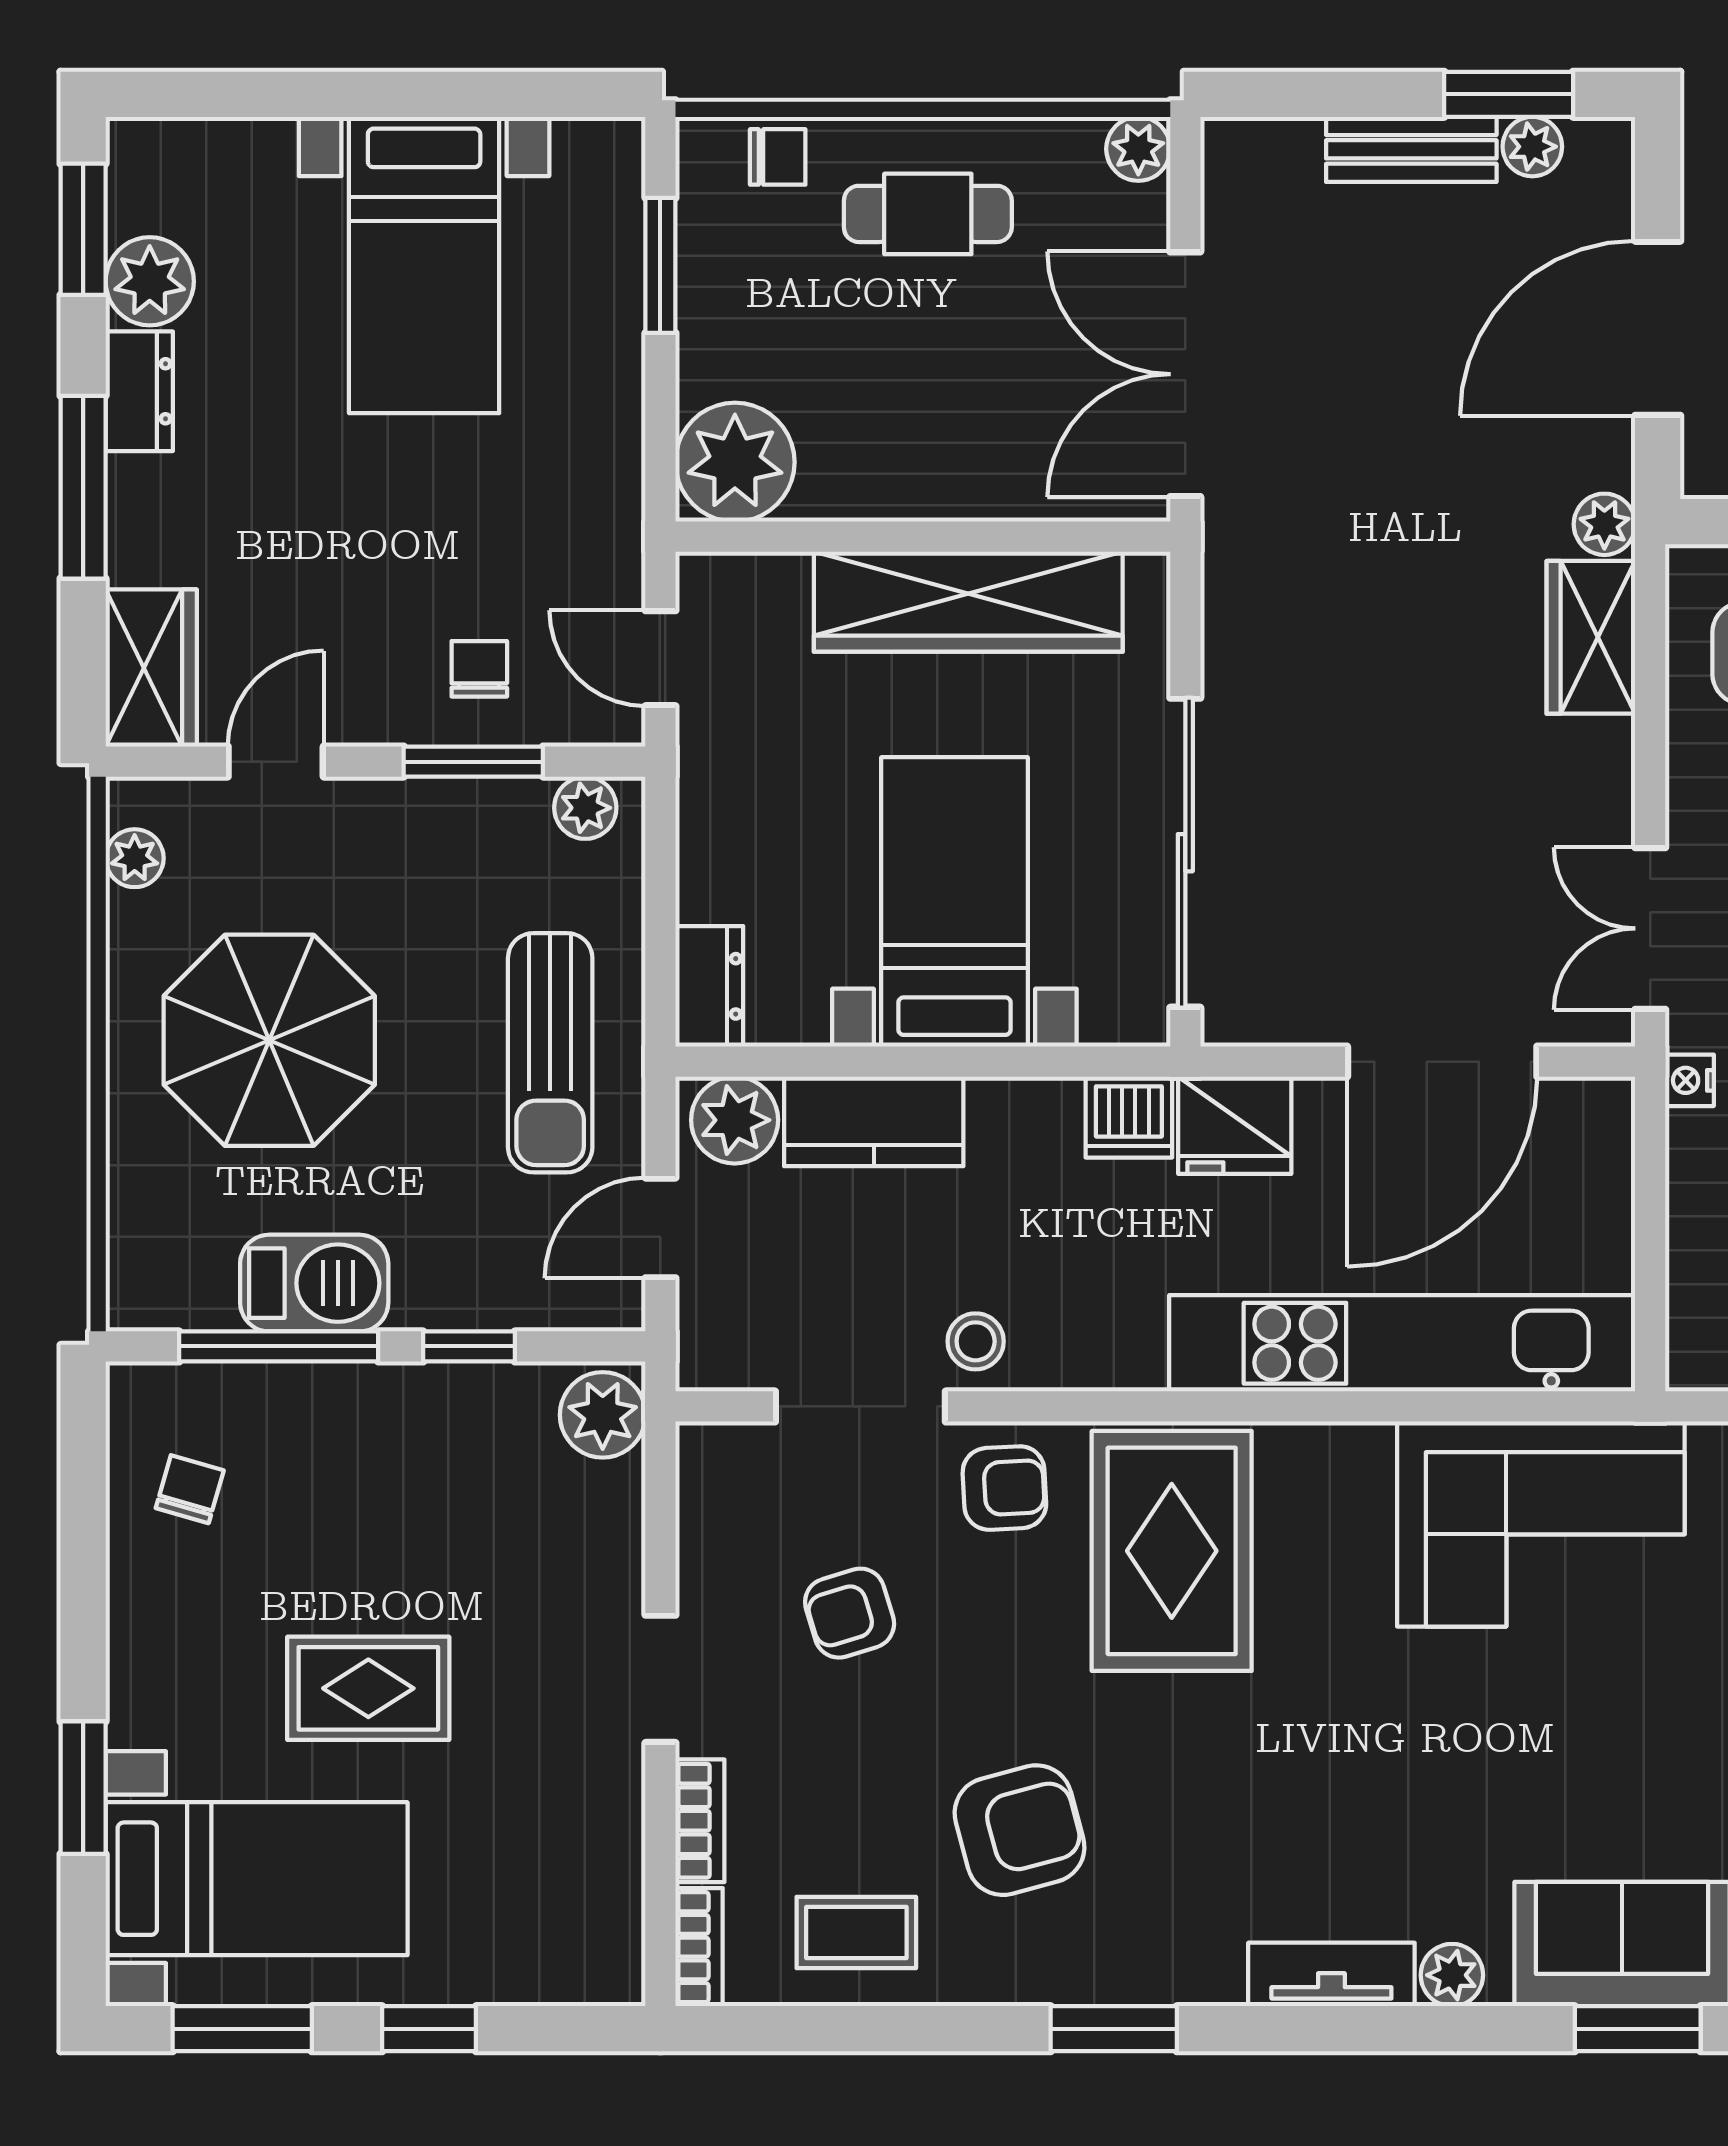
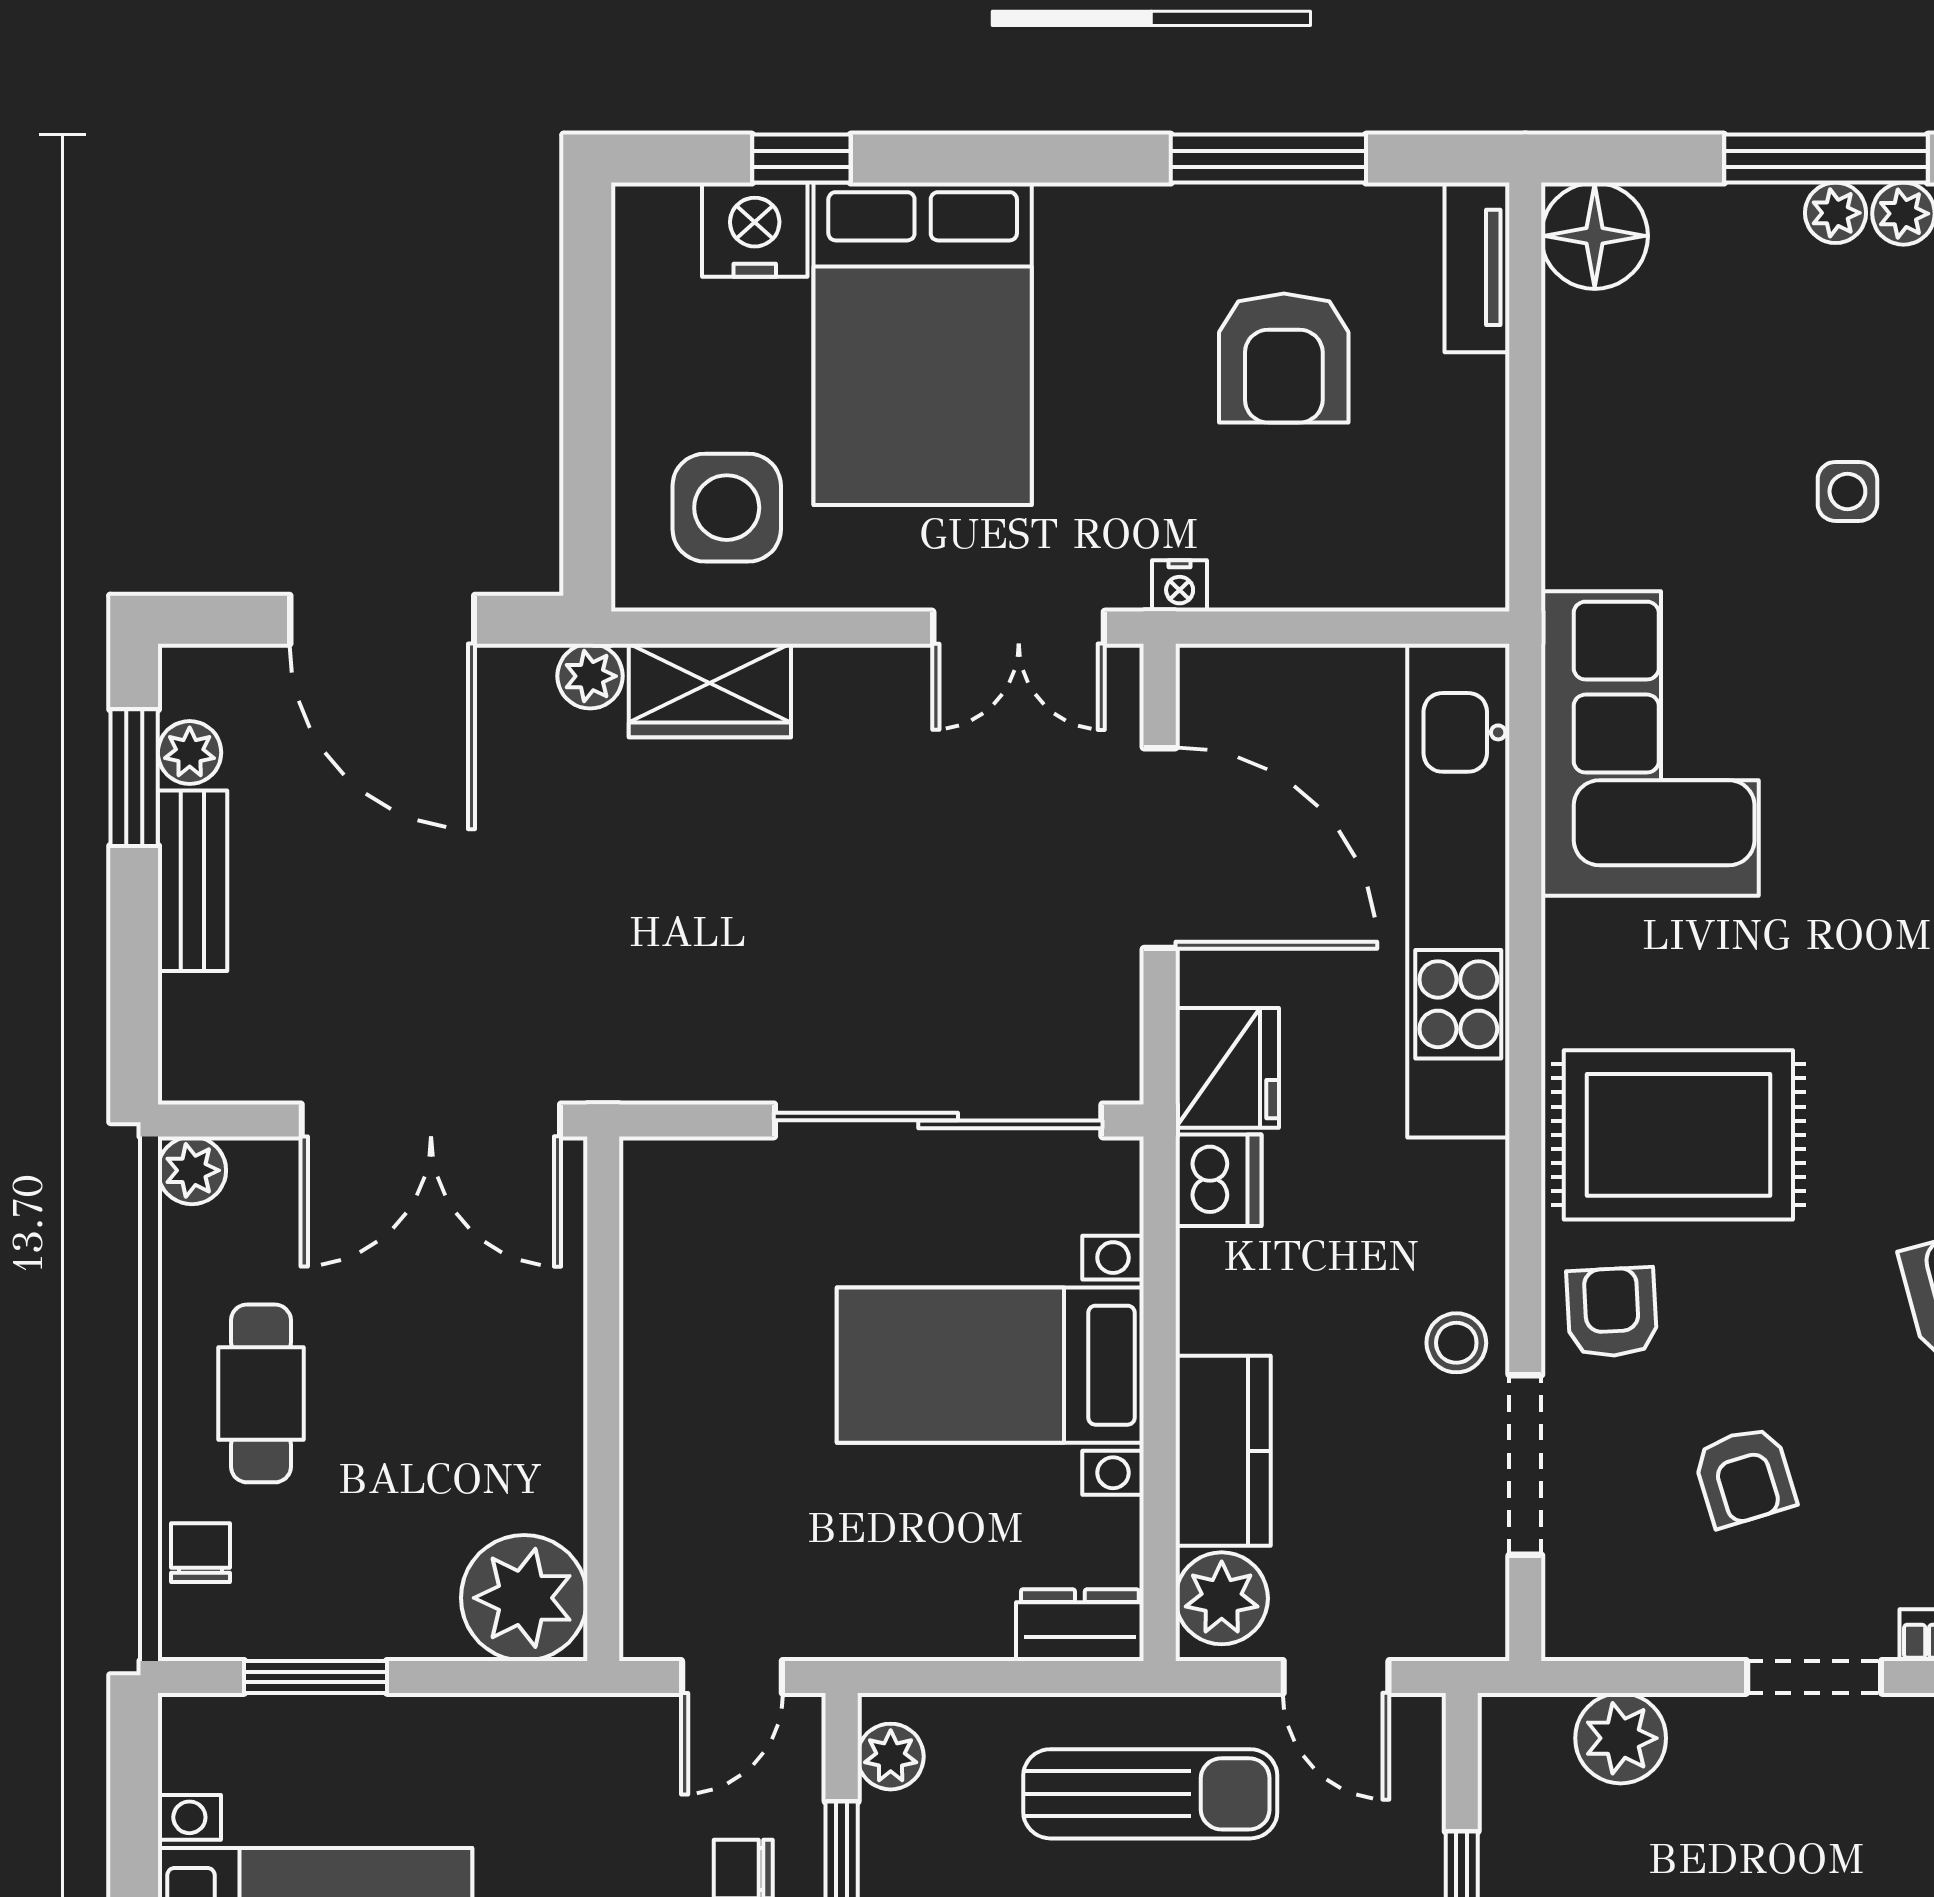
wardrobe: (968, 602) -> (672, 1351), removed
plant: (603, 1415) -> (1621, 1738), moved

